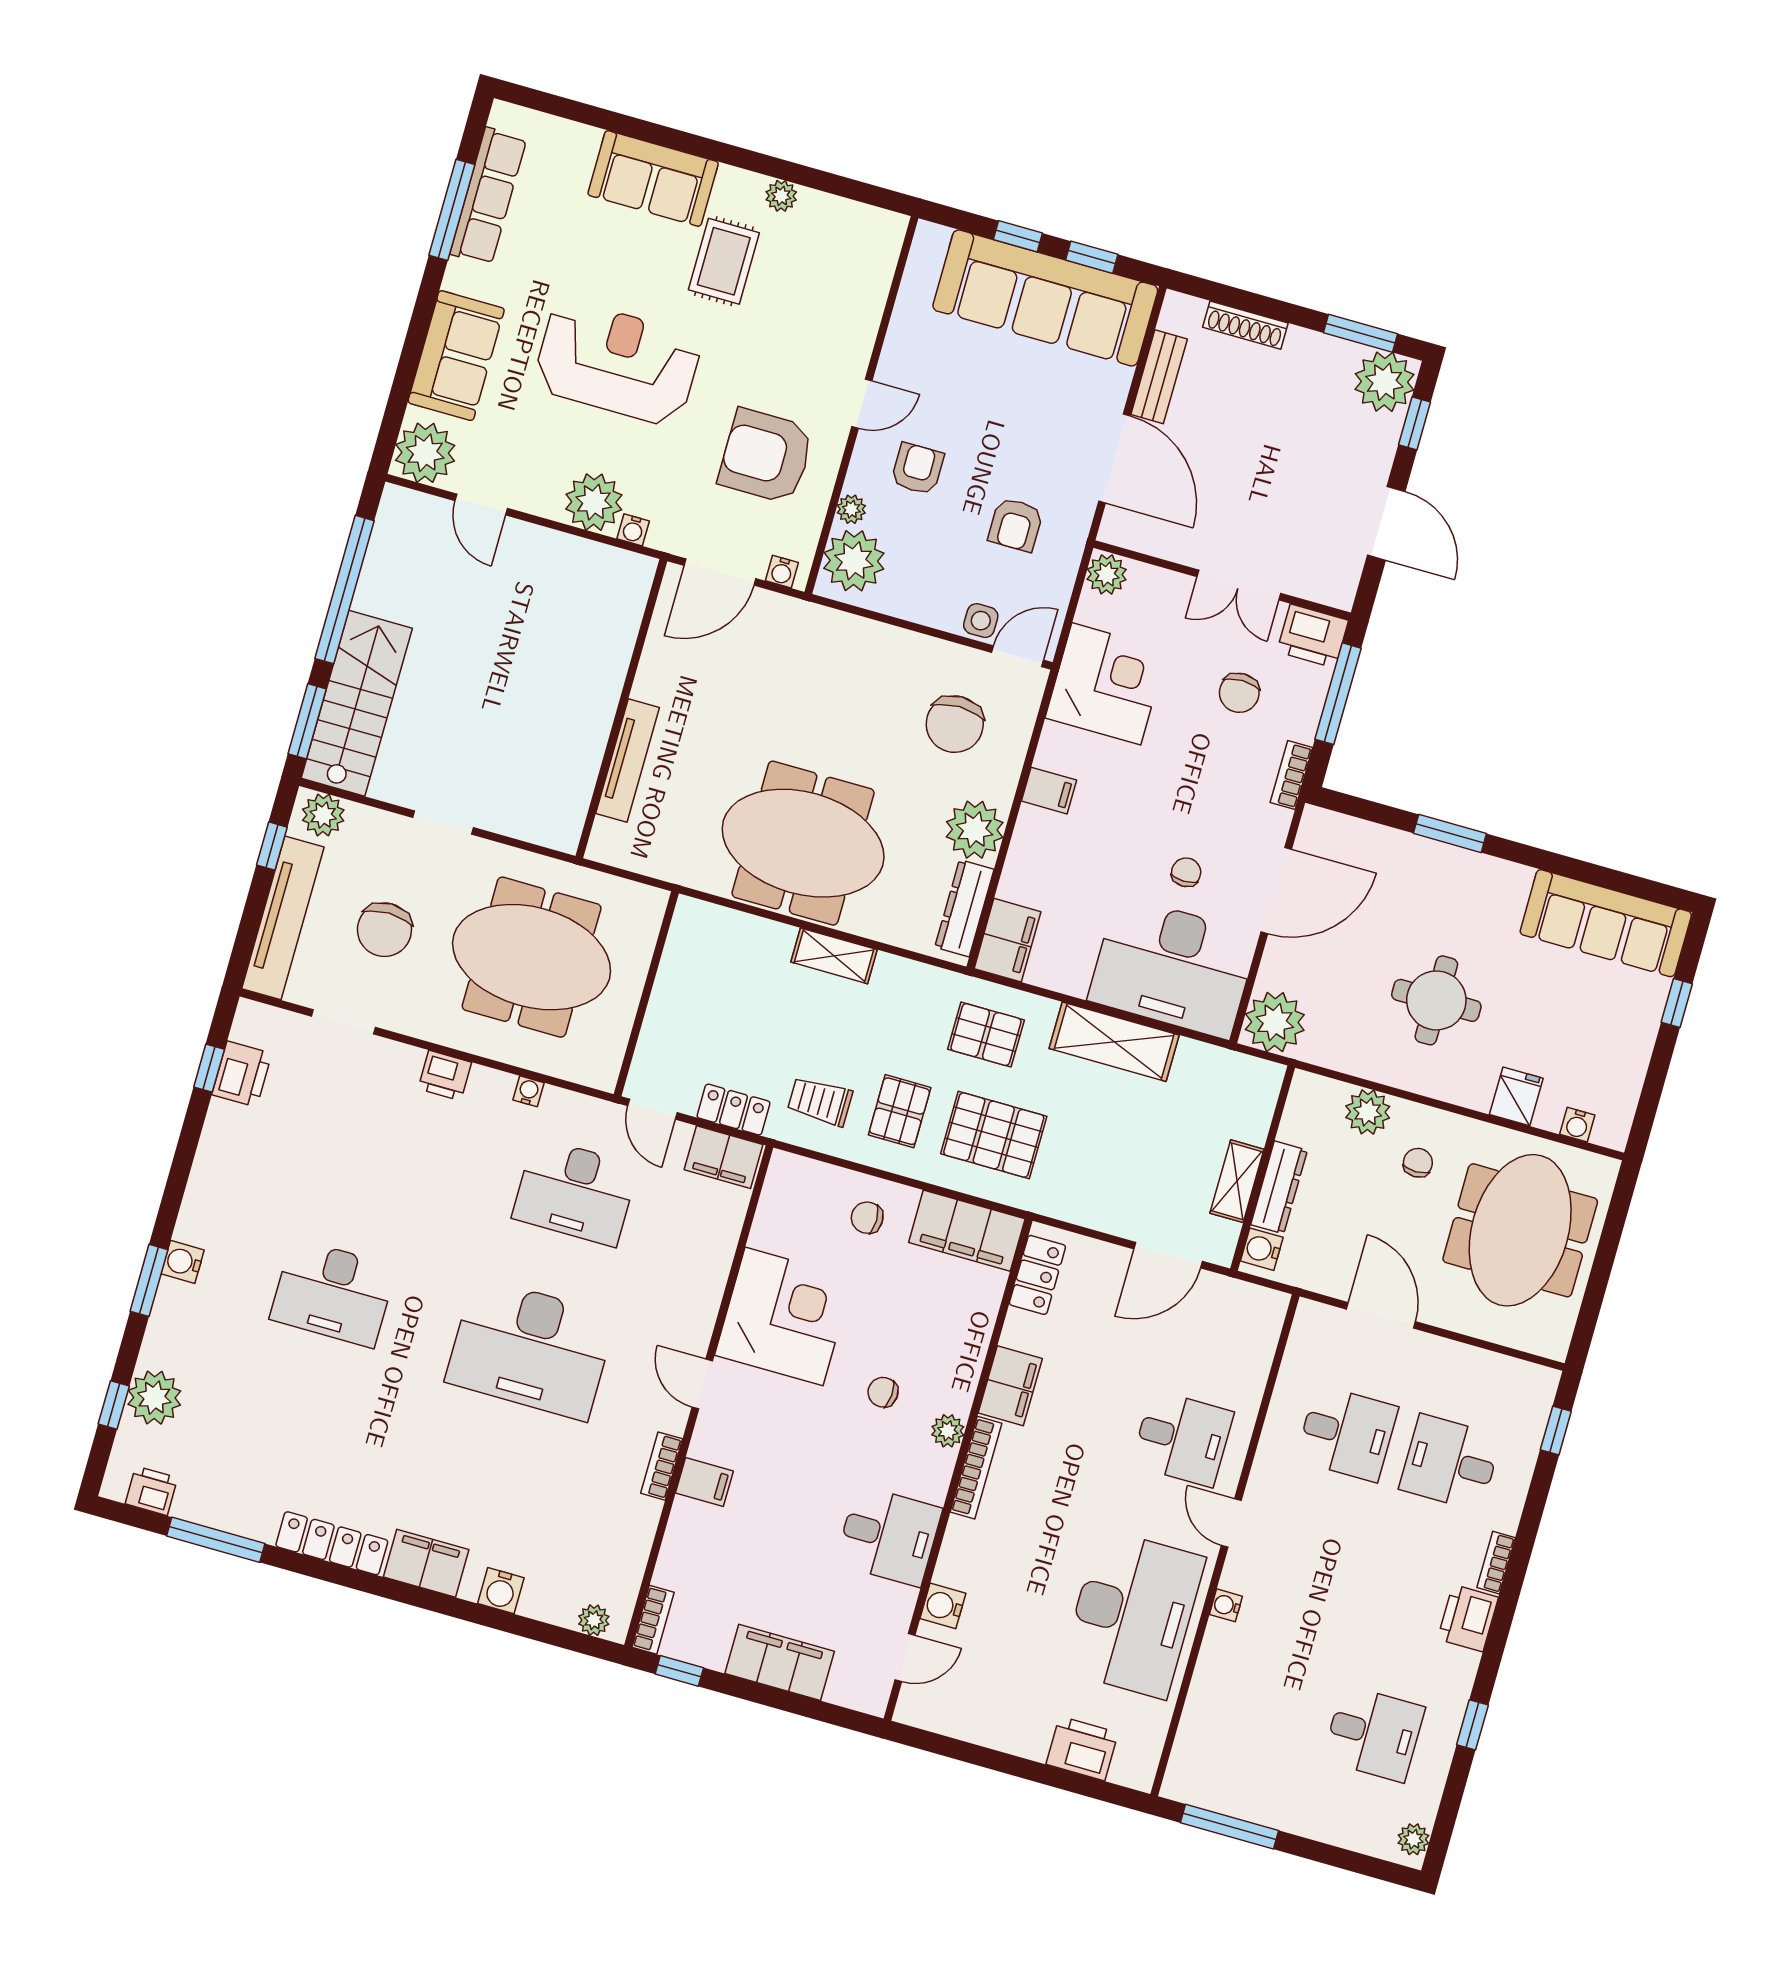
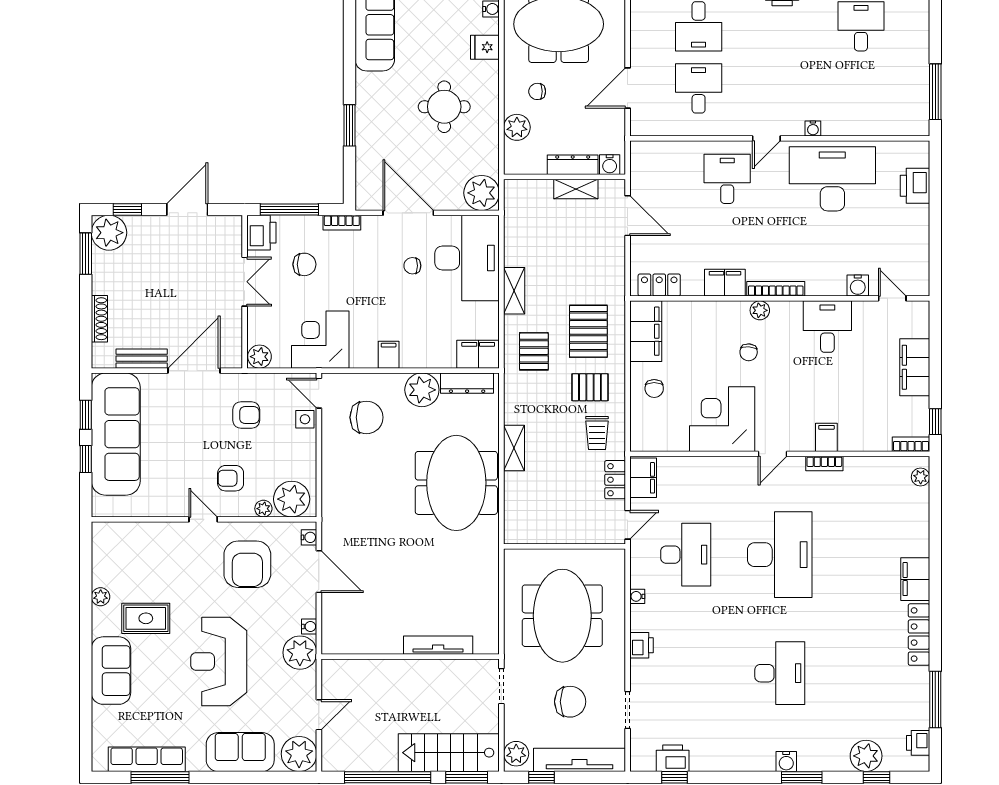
wall: (621, 709) -> (410, 657), moved
tv unit: (628, 761) -> (438, 645), moved
shelving: (1114, 1042) -> (514, 291), width x0.67, depth x0.75
water cooler: (501, 1591) -> (919, 533), removed

